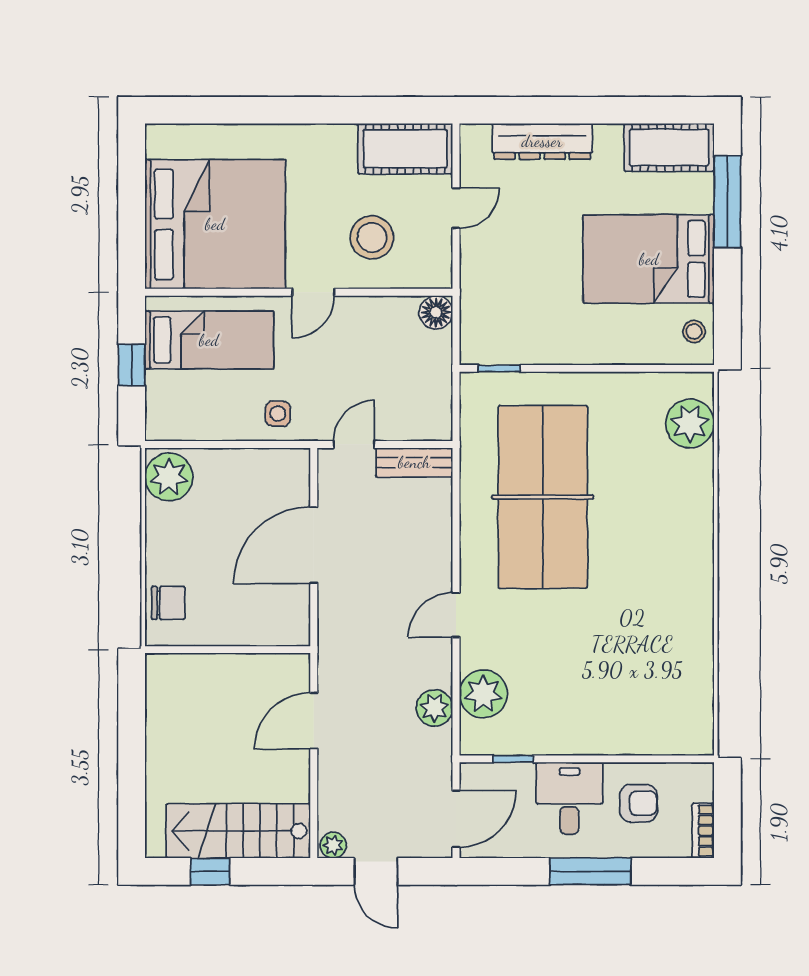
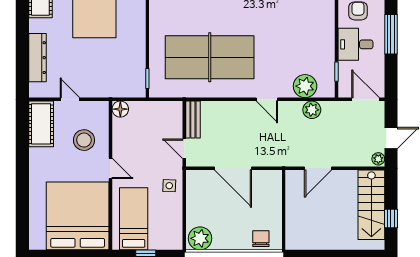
door: (314, 721) -> (318, 168), hinge flipped

